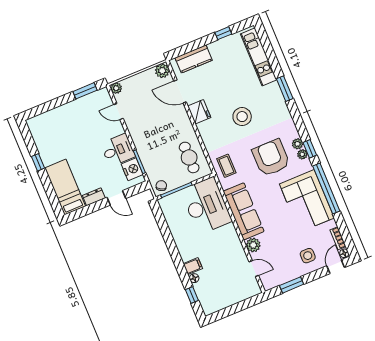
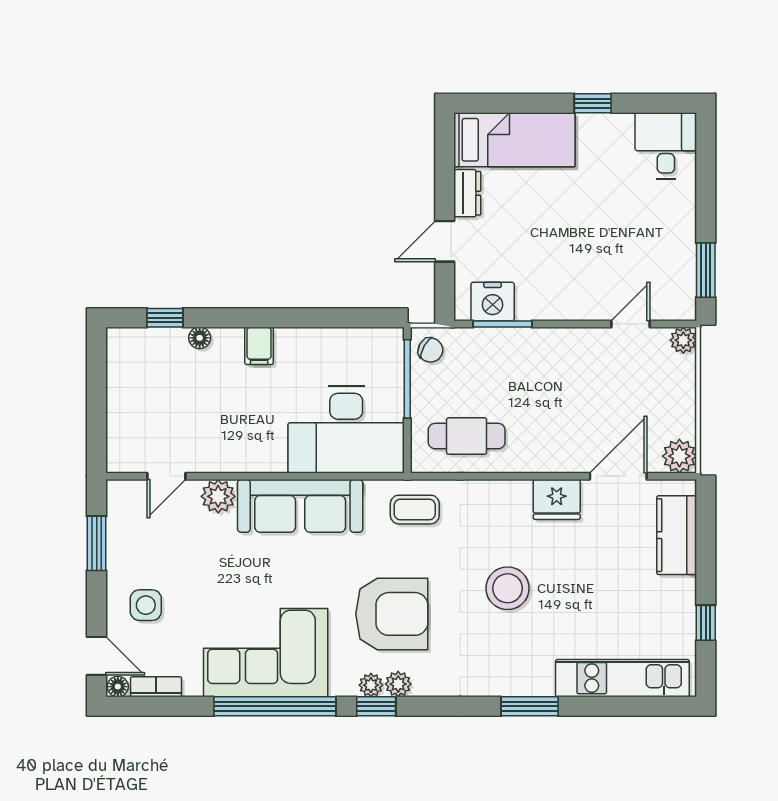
desk: (118, 150) -> (666, 146), moved, turned 180
filing cabinet: (193, 266) -> (259, 346), moved

